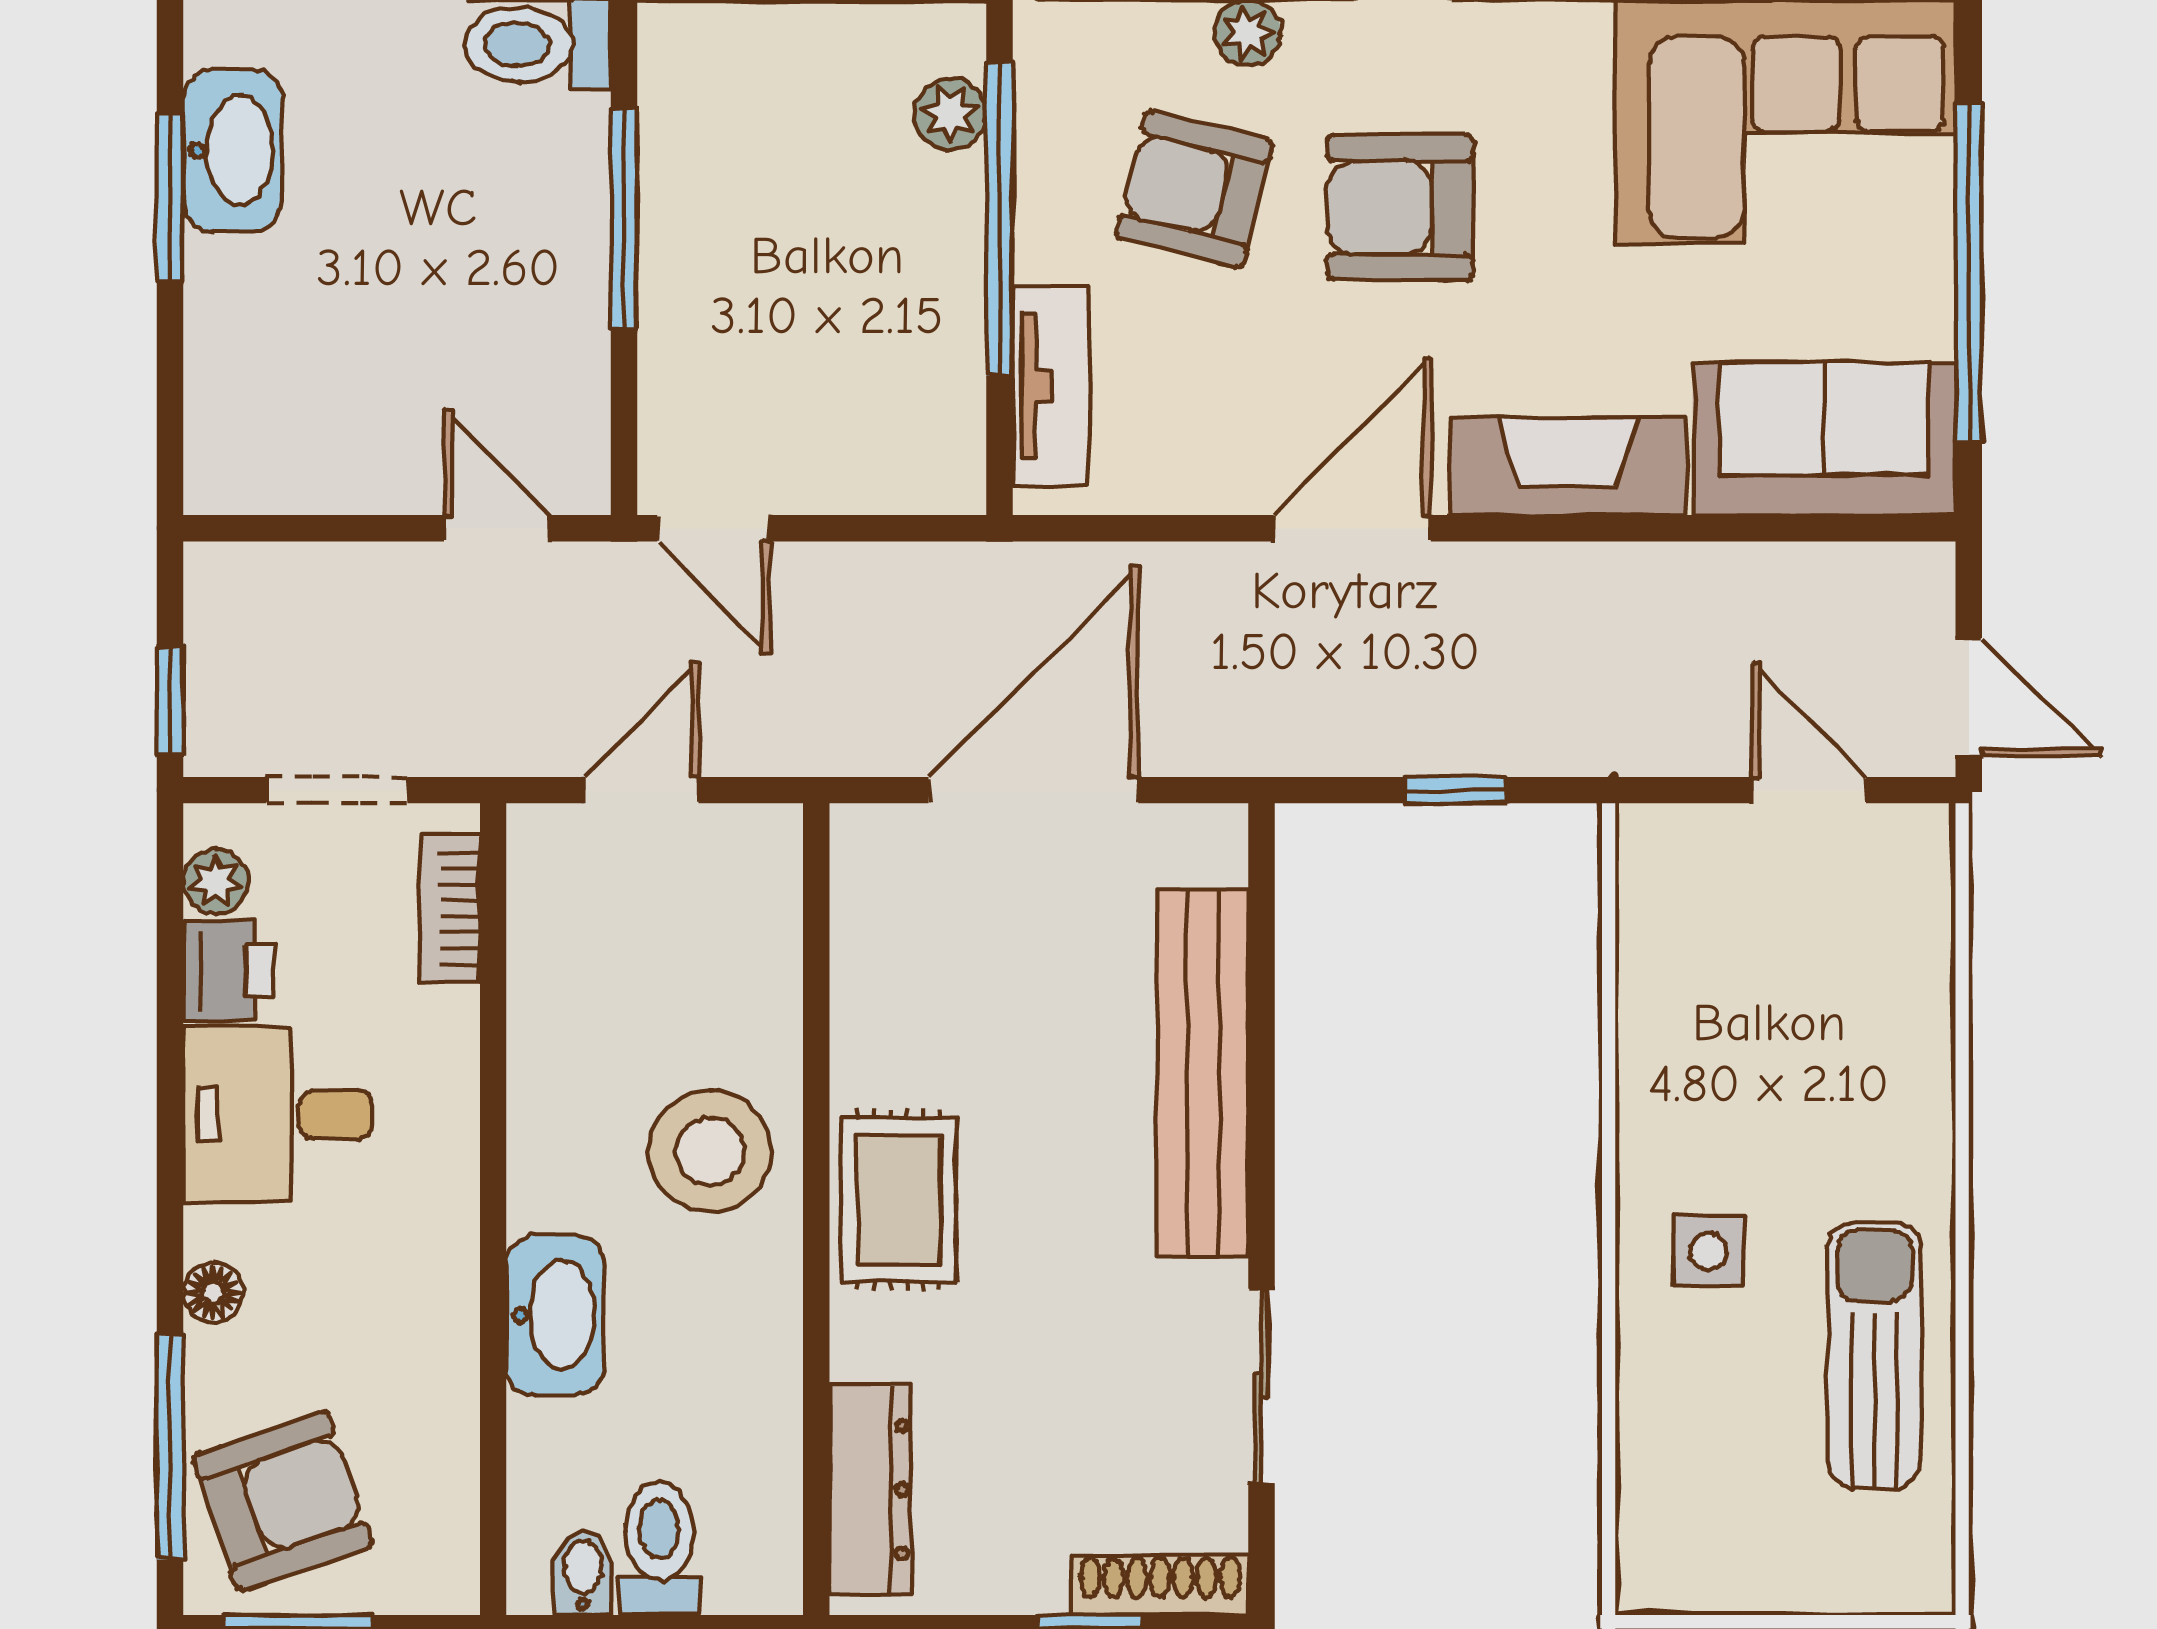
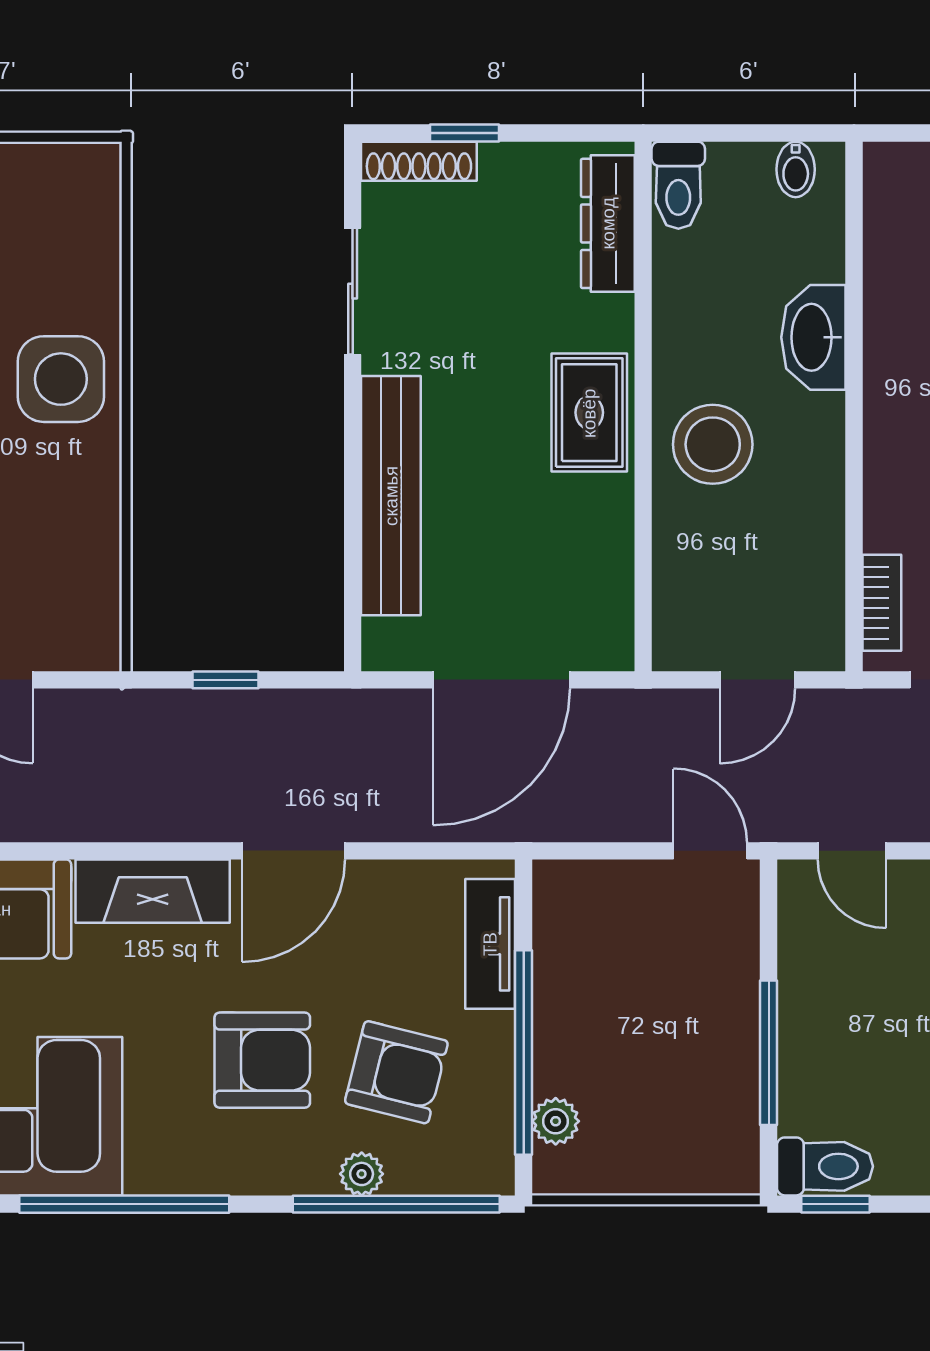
side table: (1709, 1251) -> (61, 379), width x1.87, depth x1.87
toilet: (659, 1548) -> (678, 185), moved

